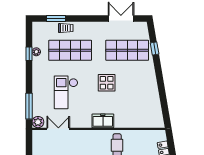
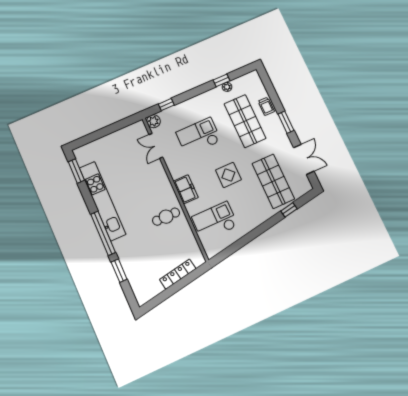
window: (56, 18) -> (286, 122), moved
window: (29, 106) -> (166, 105), width x0.46
checkout: (138, 110) -> (215, 221), added
double door: (58, 129) -> (156, 146), swing flipped

